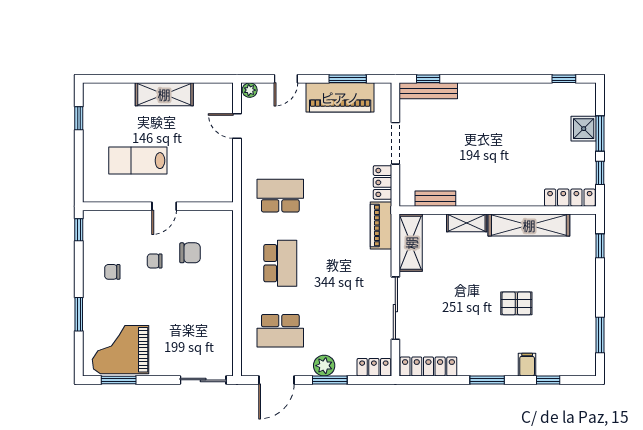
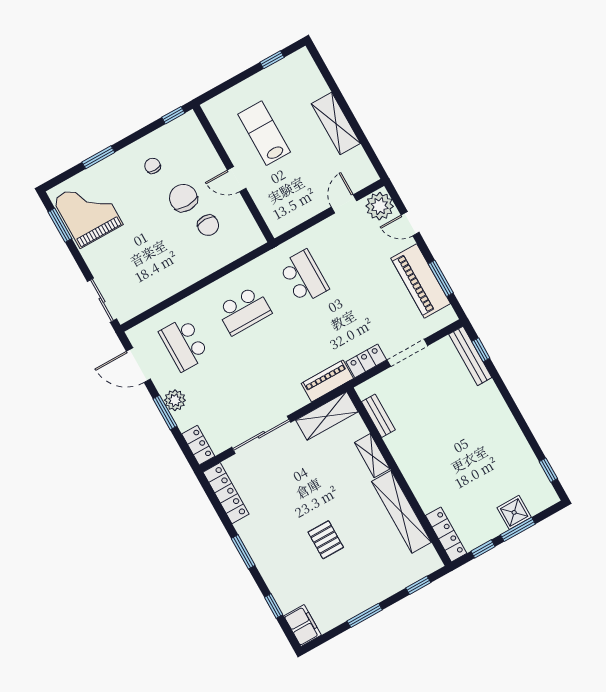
plant: (250, 90) -> (380, 206), width x1.87, depth x1.87
chair: (155, 261) -> (183, 198), width x1.87, depth x1.87
window: (600, 335) -> (365, 615), moved
filing cabinet: (527, 365) -> (303, 626), moved, width x2.00

